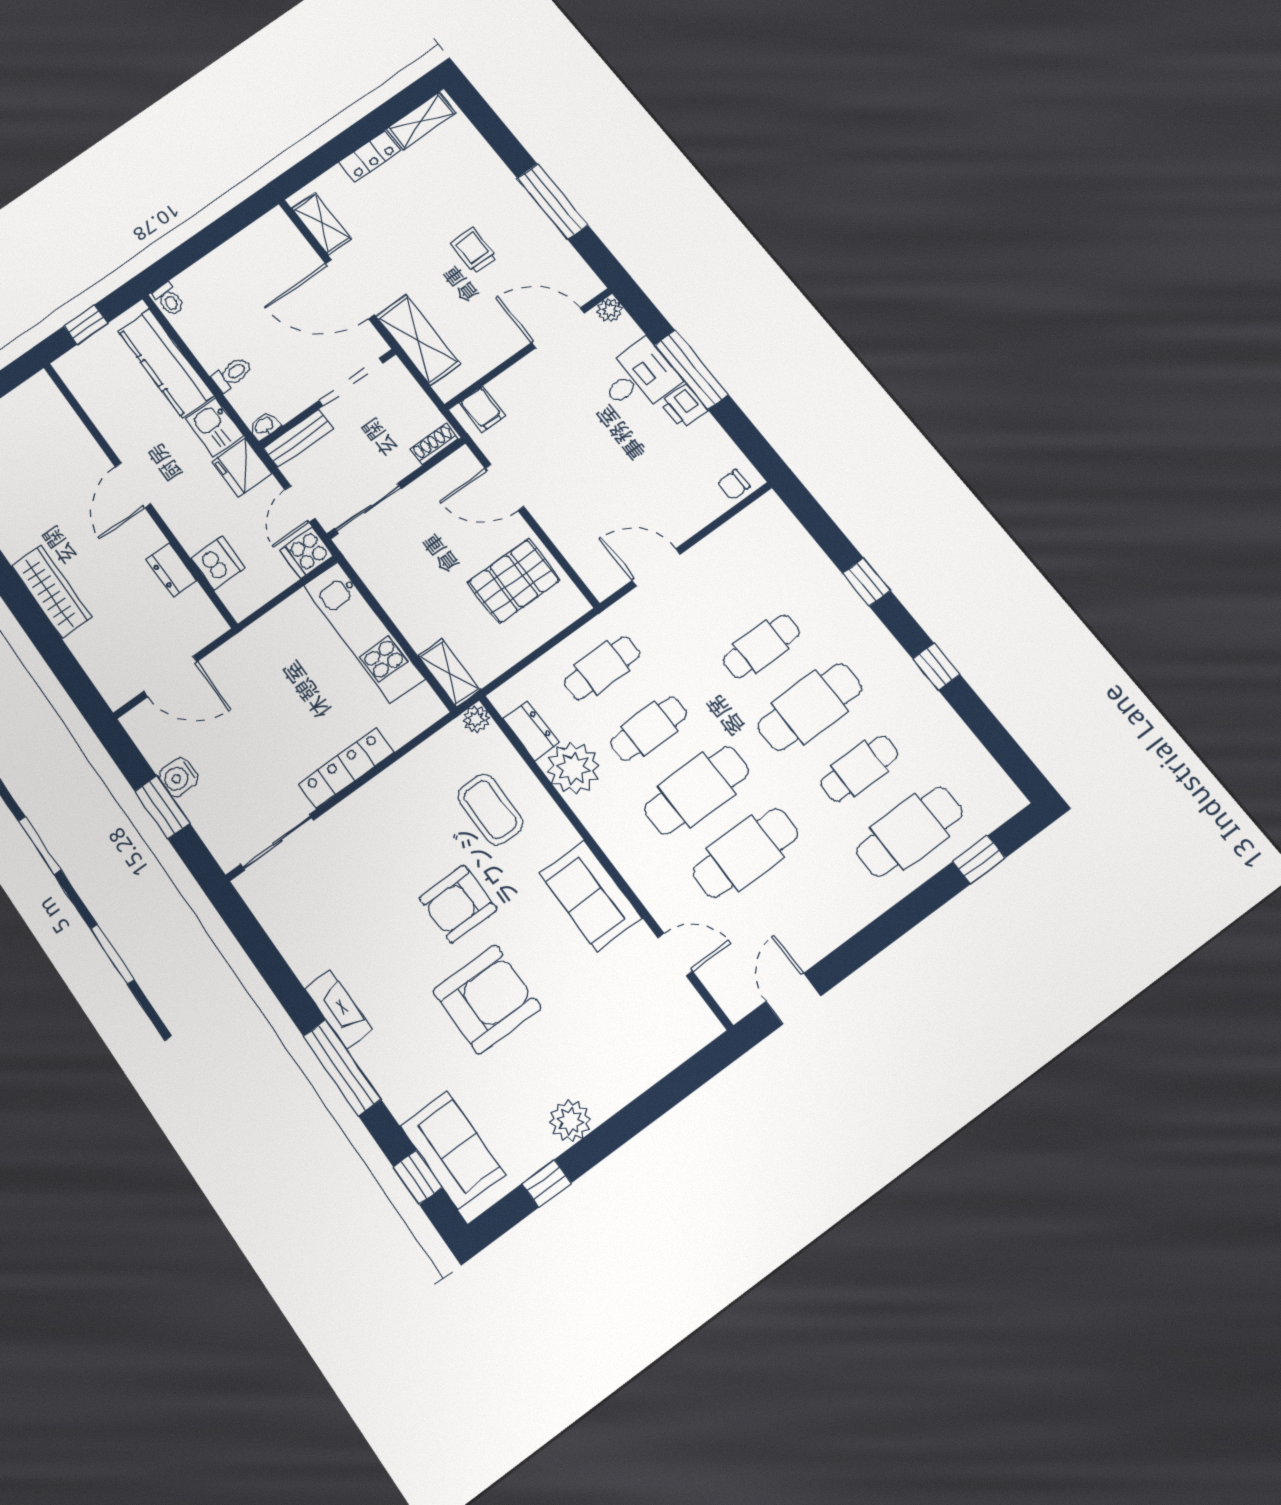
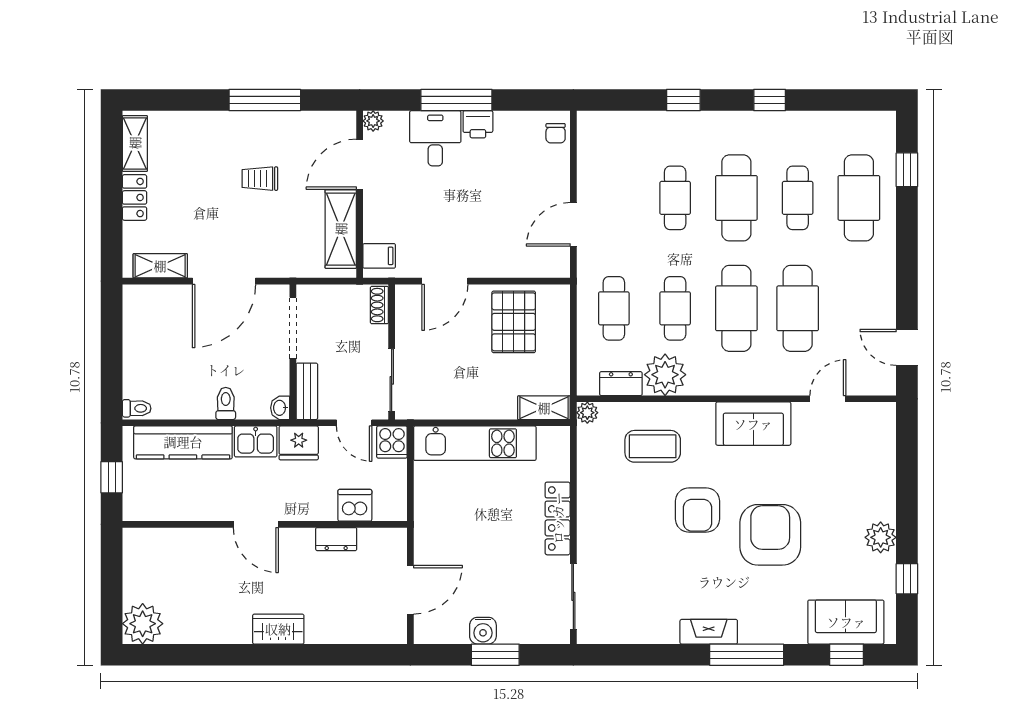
shelving: (418, 340) -> (341, 229), moved, turned 90
wardrobe: (51, 592) -> (278, 629), width x0.67

